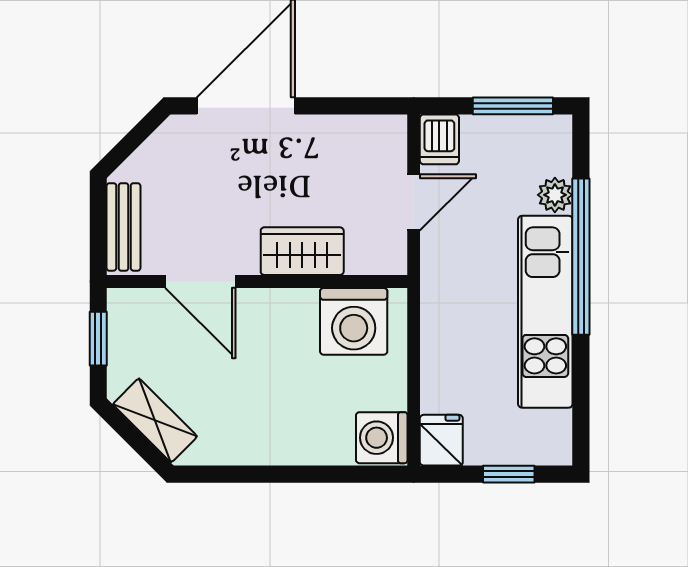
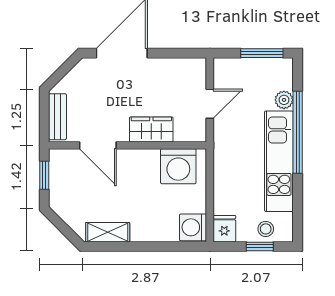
dishwasher: (439, 139) -> (223, 71), removed
shelving: (155, 420) -> (108, 232), moved, turned -45
stool: (520, 441) -> (266, 229), added

